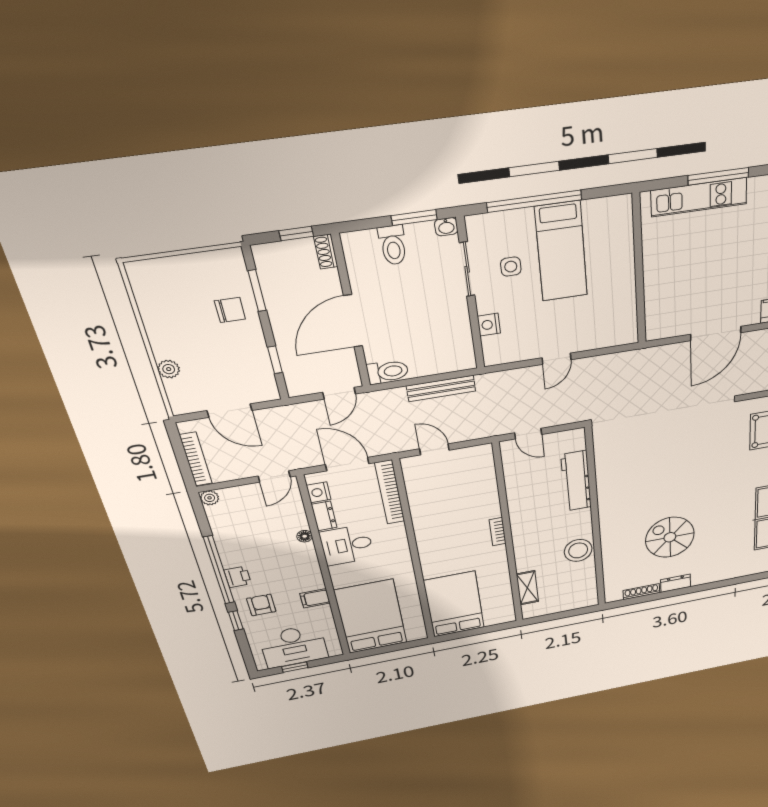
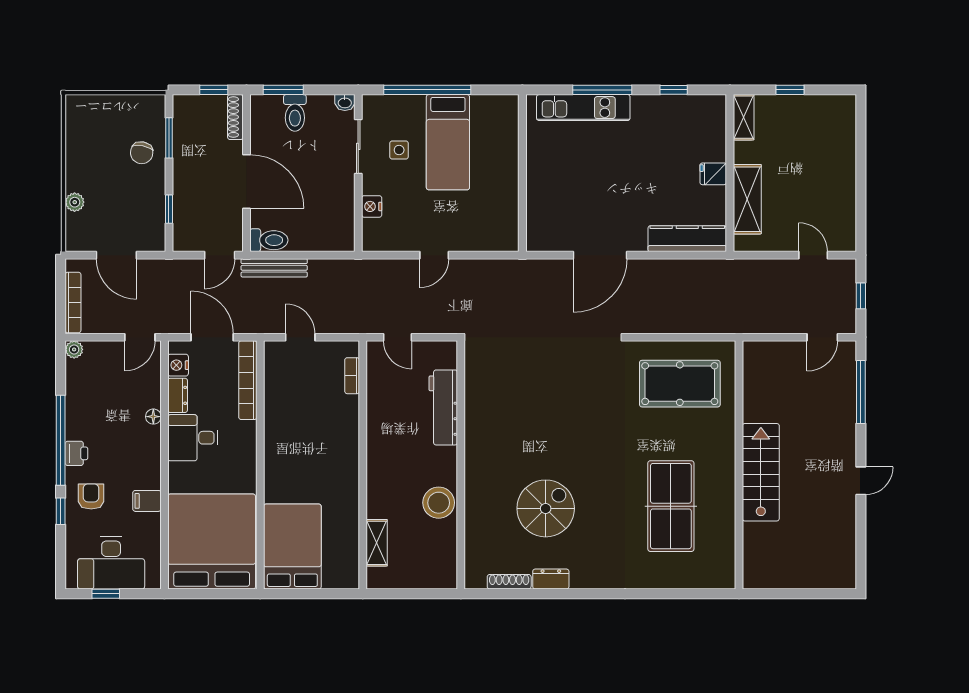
window: (414, 218) -> (283, 90), moved
shoe rack: (326, 252) -> (235, 117), width x1.43
chair: (230, 310) -> (142, 153), turned 101
door: (353, 321) -> (246, 181), swing flipped
bench: (441, 388) -> (274, 268), moved
bookcase: (498, 532) -> (352, 376), moved
spiral stairs: (670, 537) -> (546, 508), turned 90
bed: (371, 617) -> (212, 542), width x1.36

